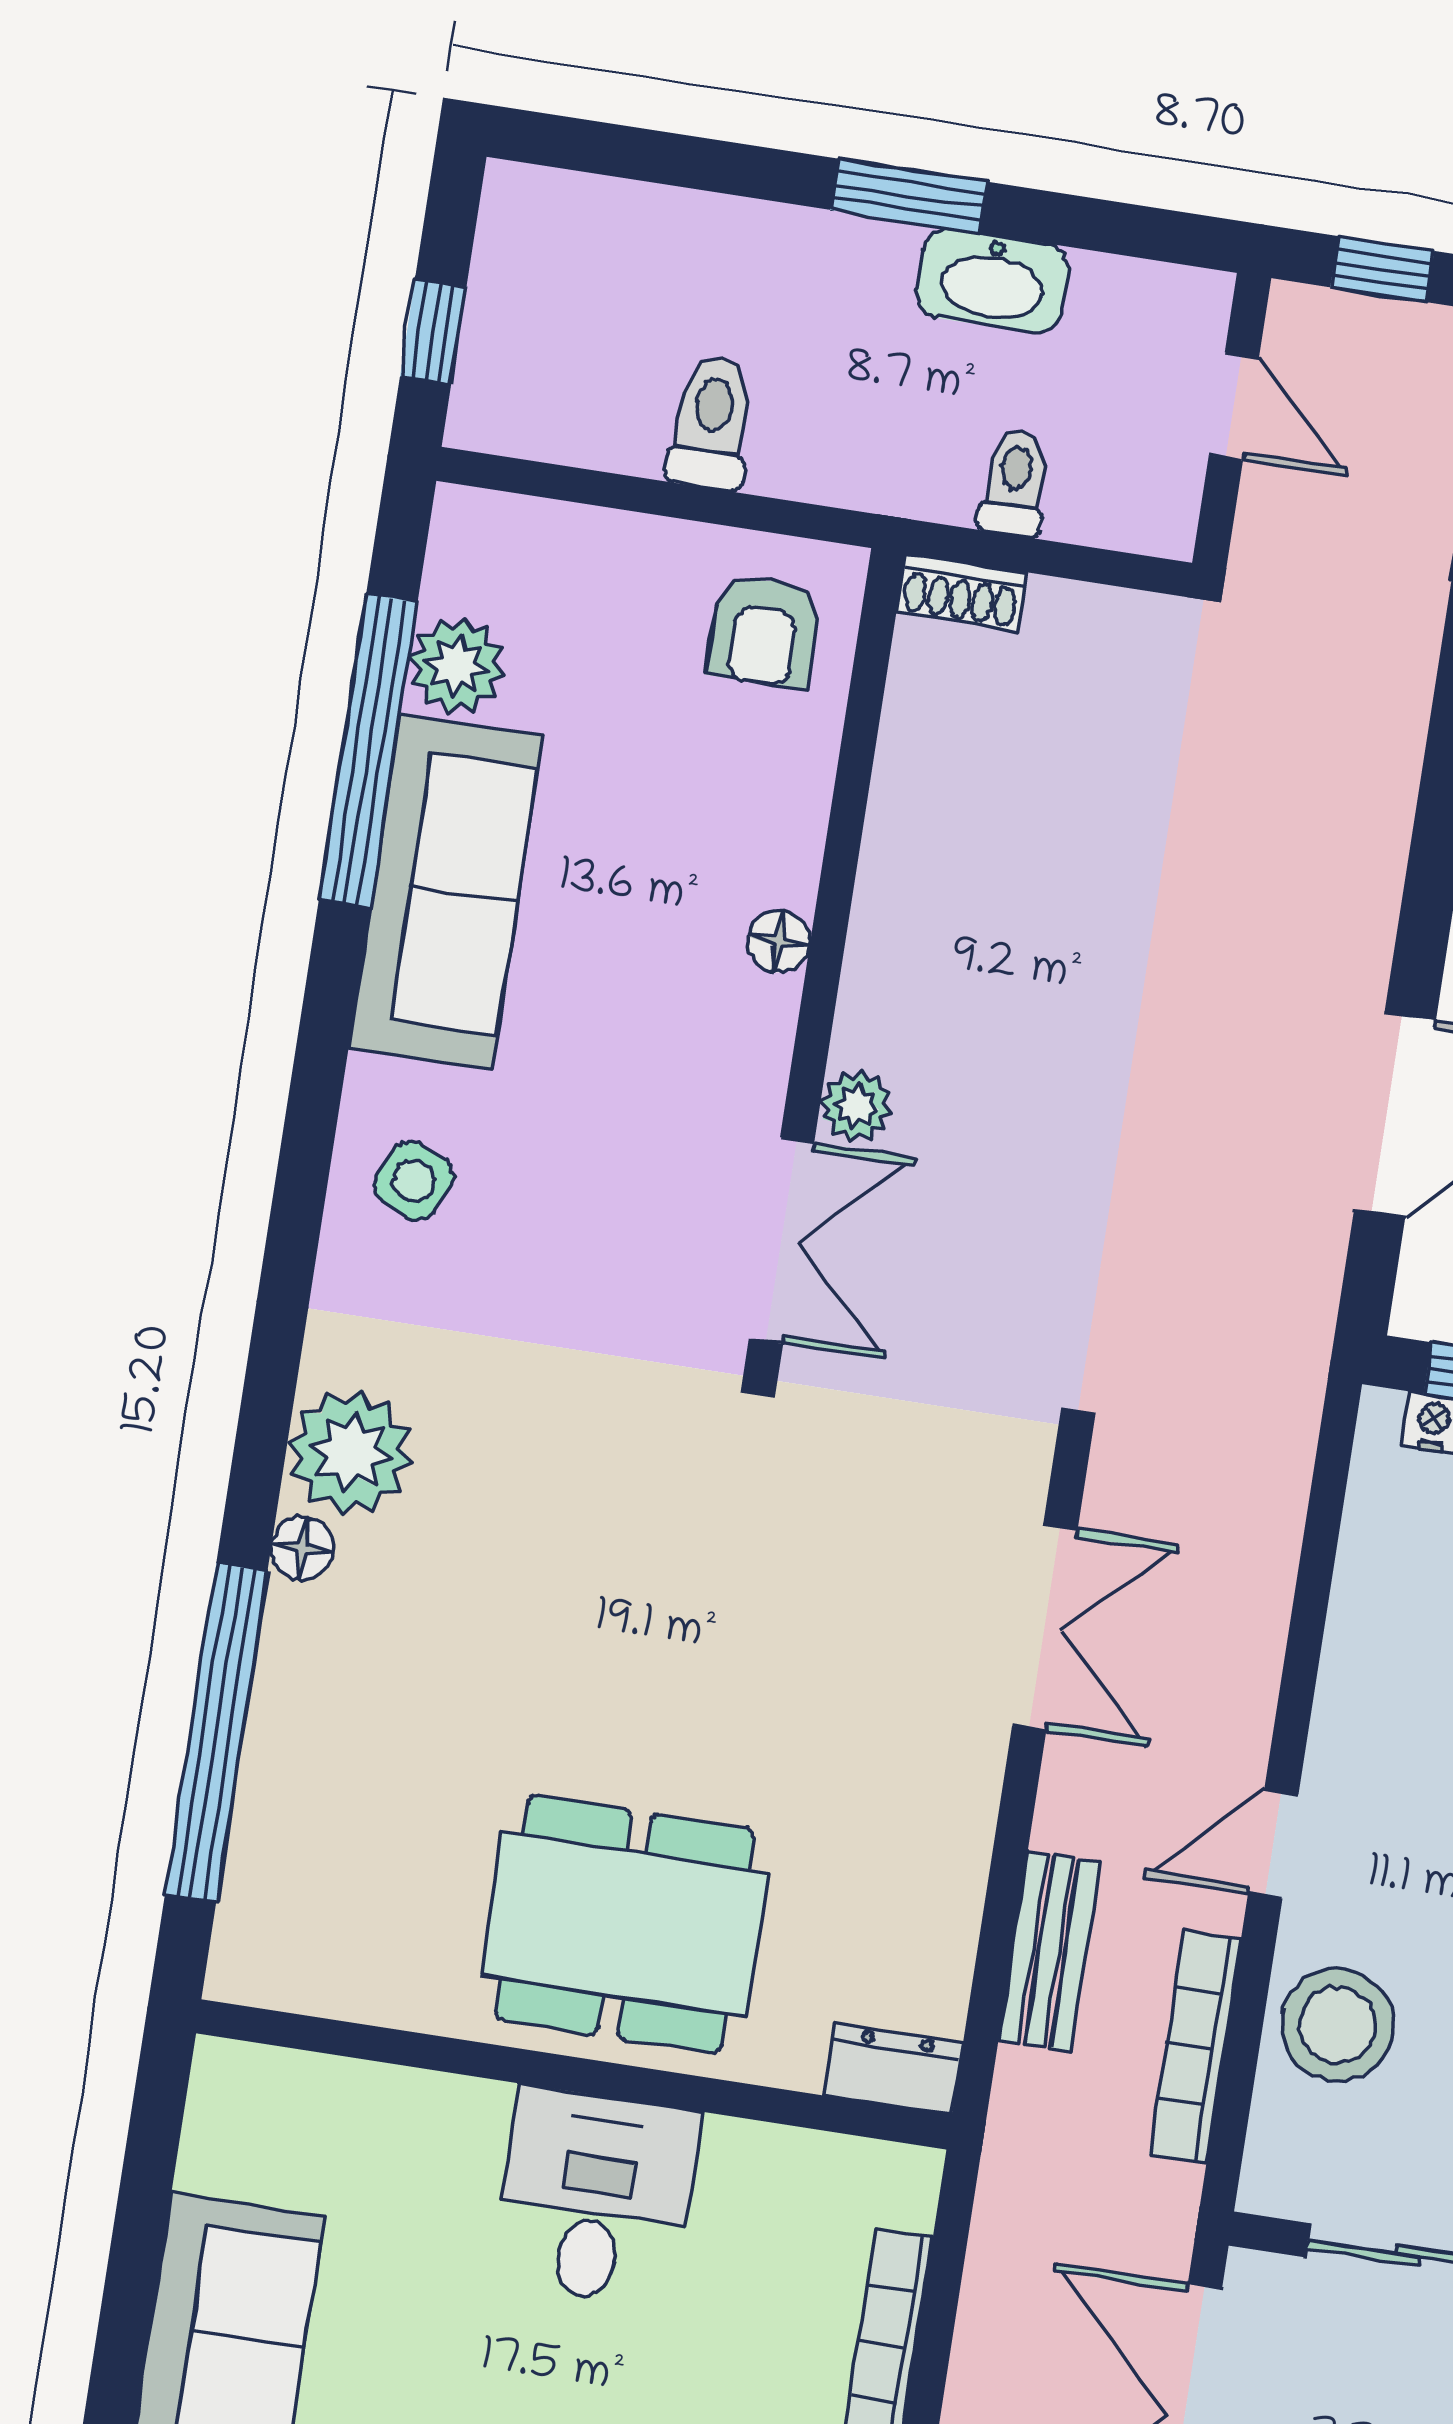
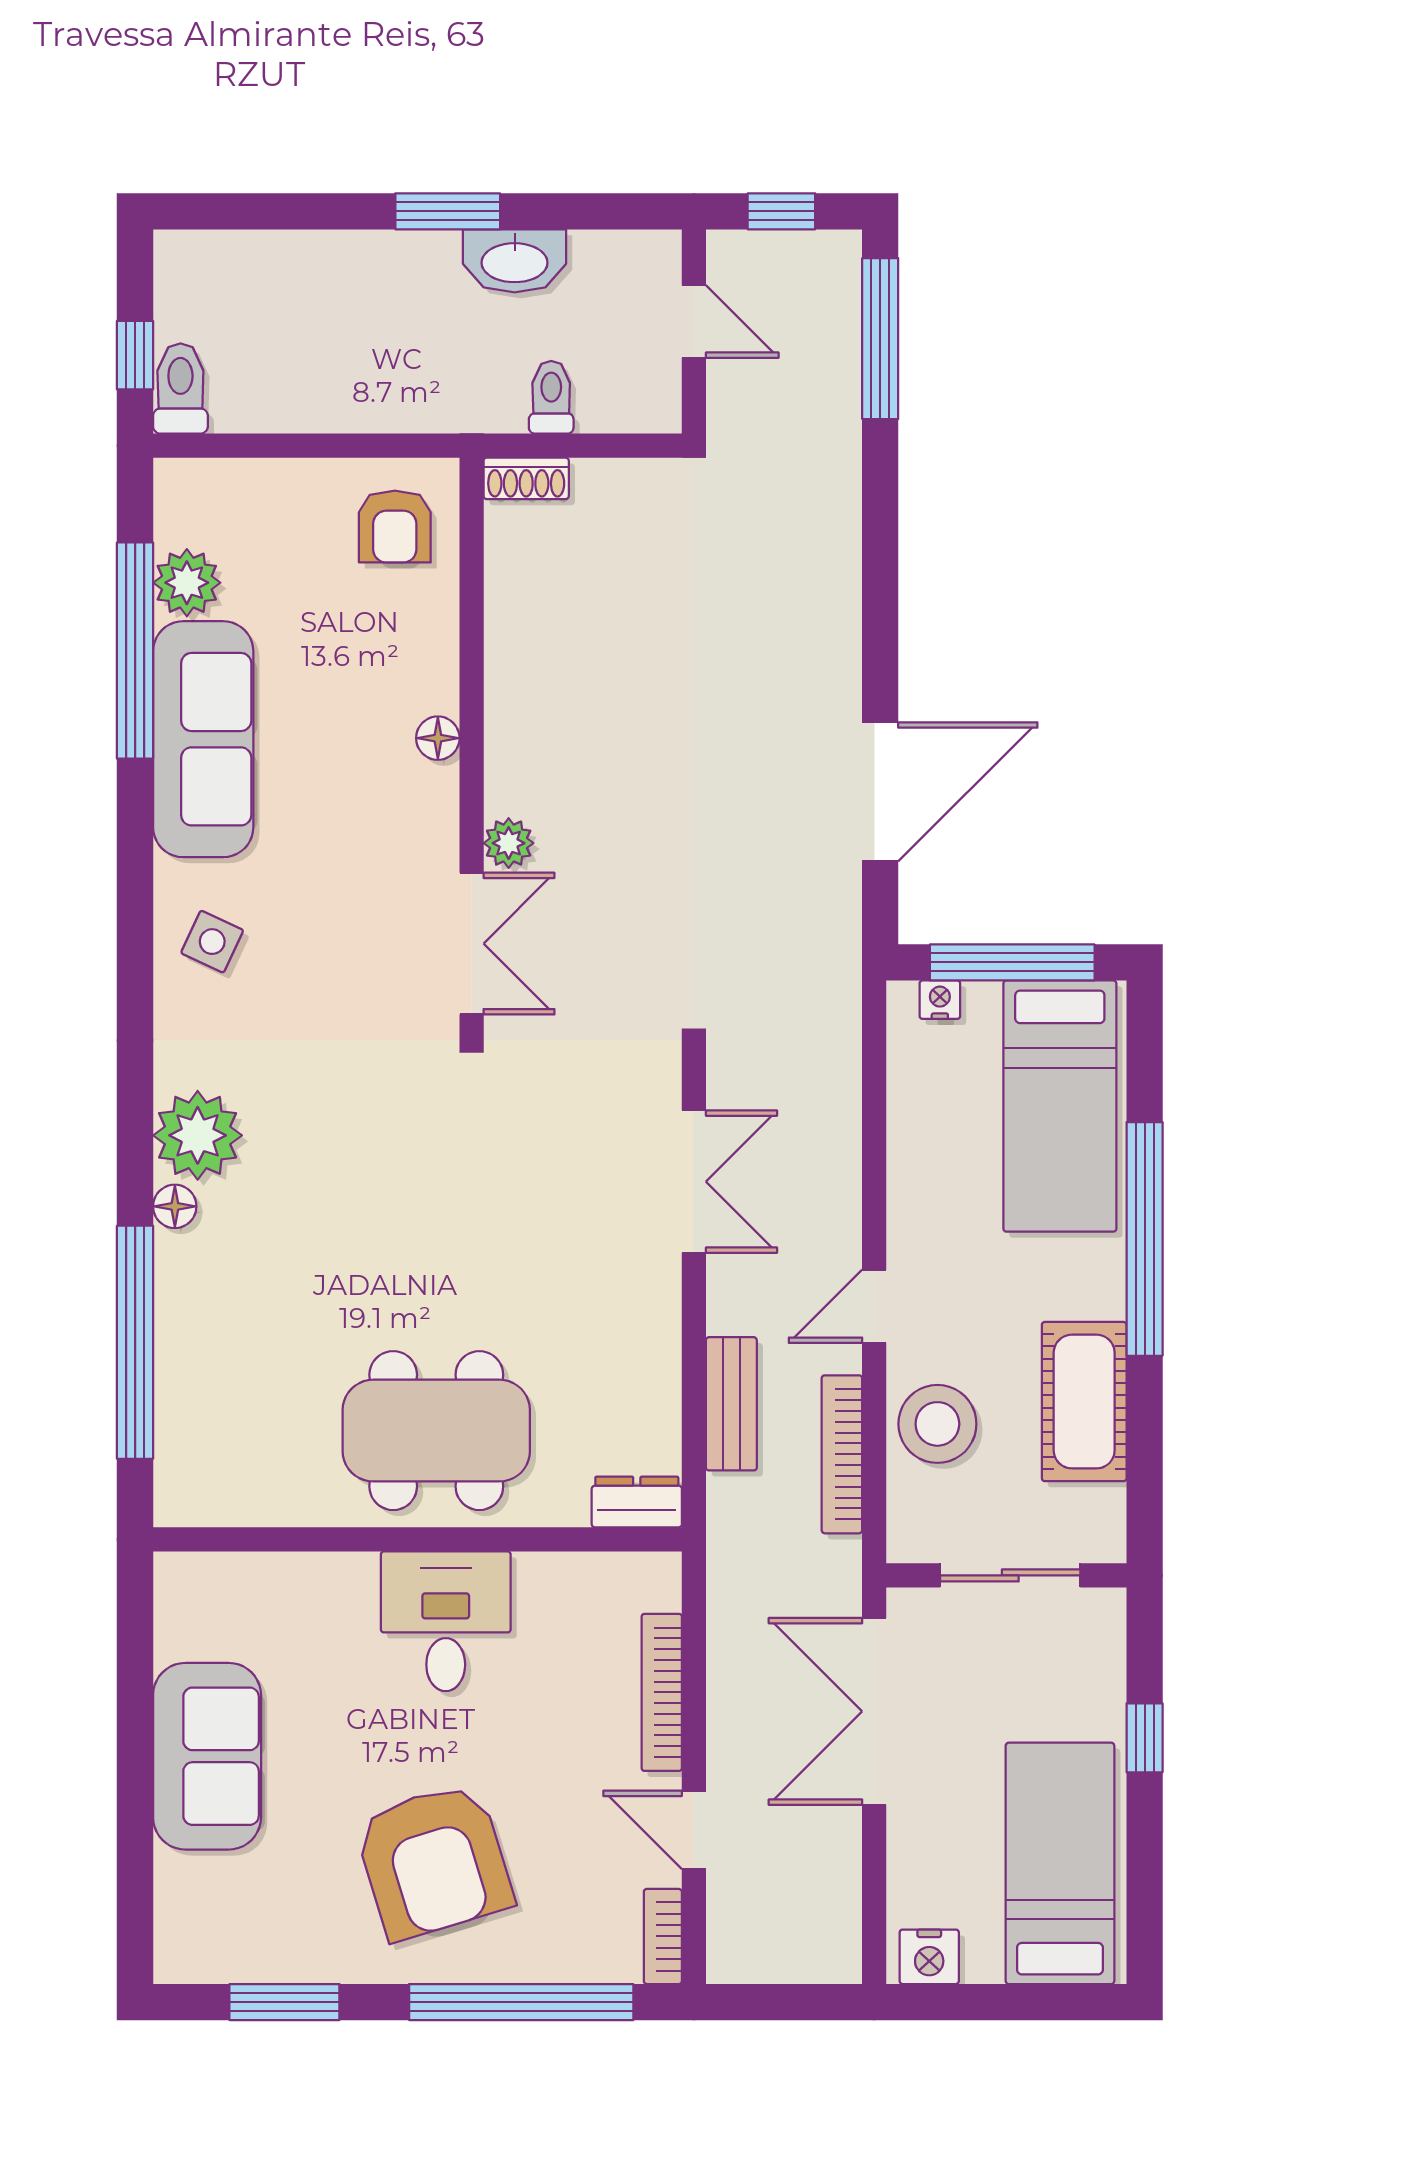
toilet: (711, 423) -> (180, 389), moved

